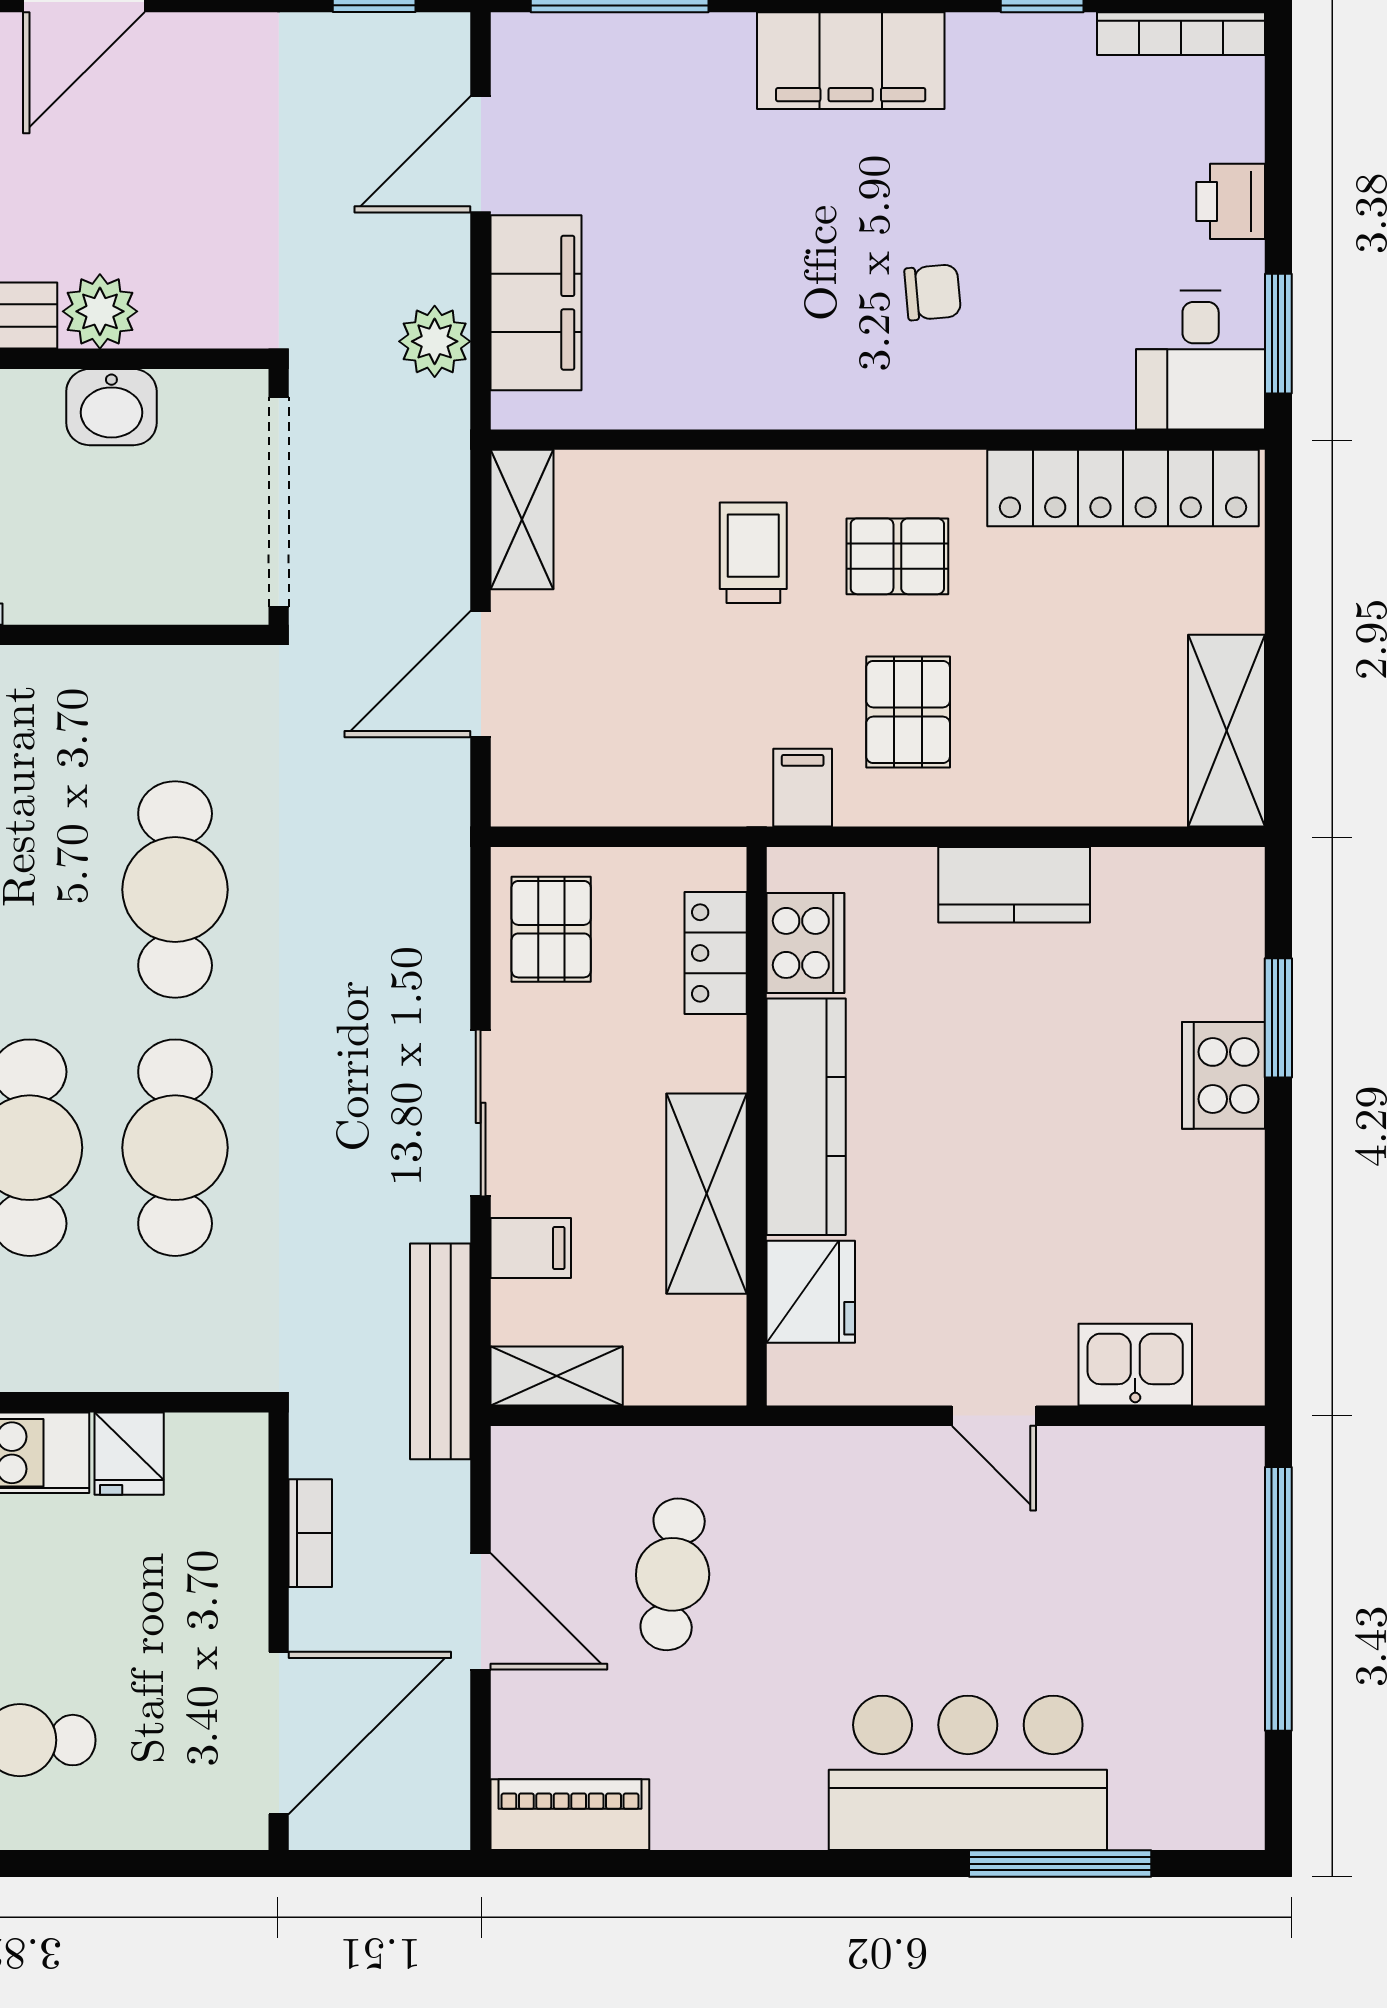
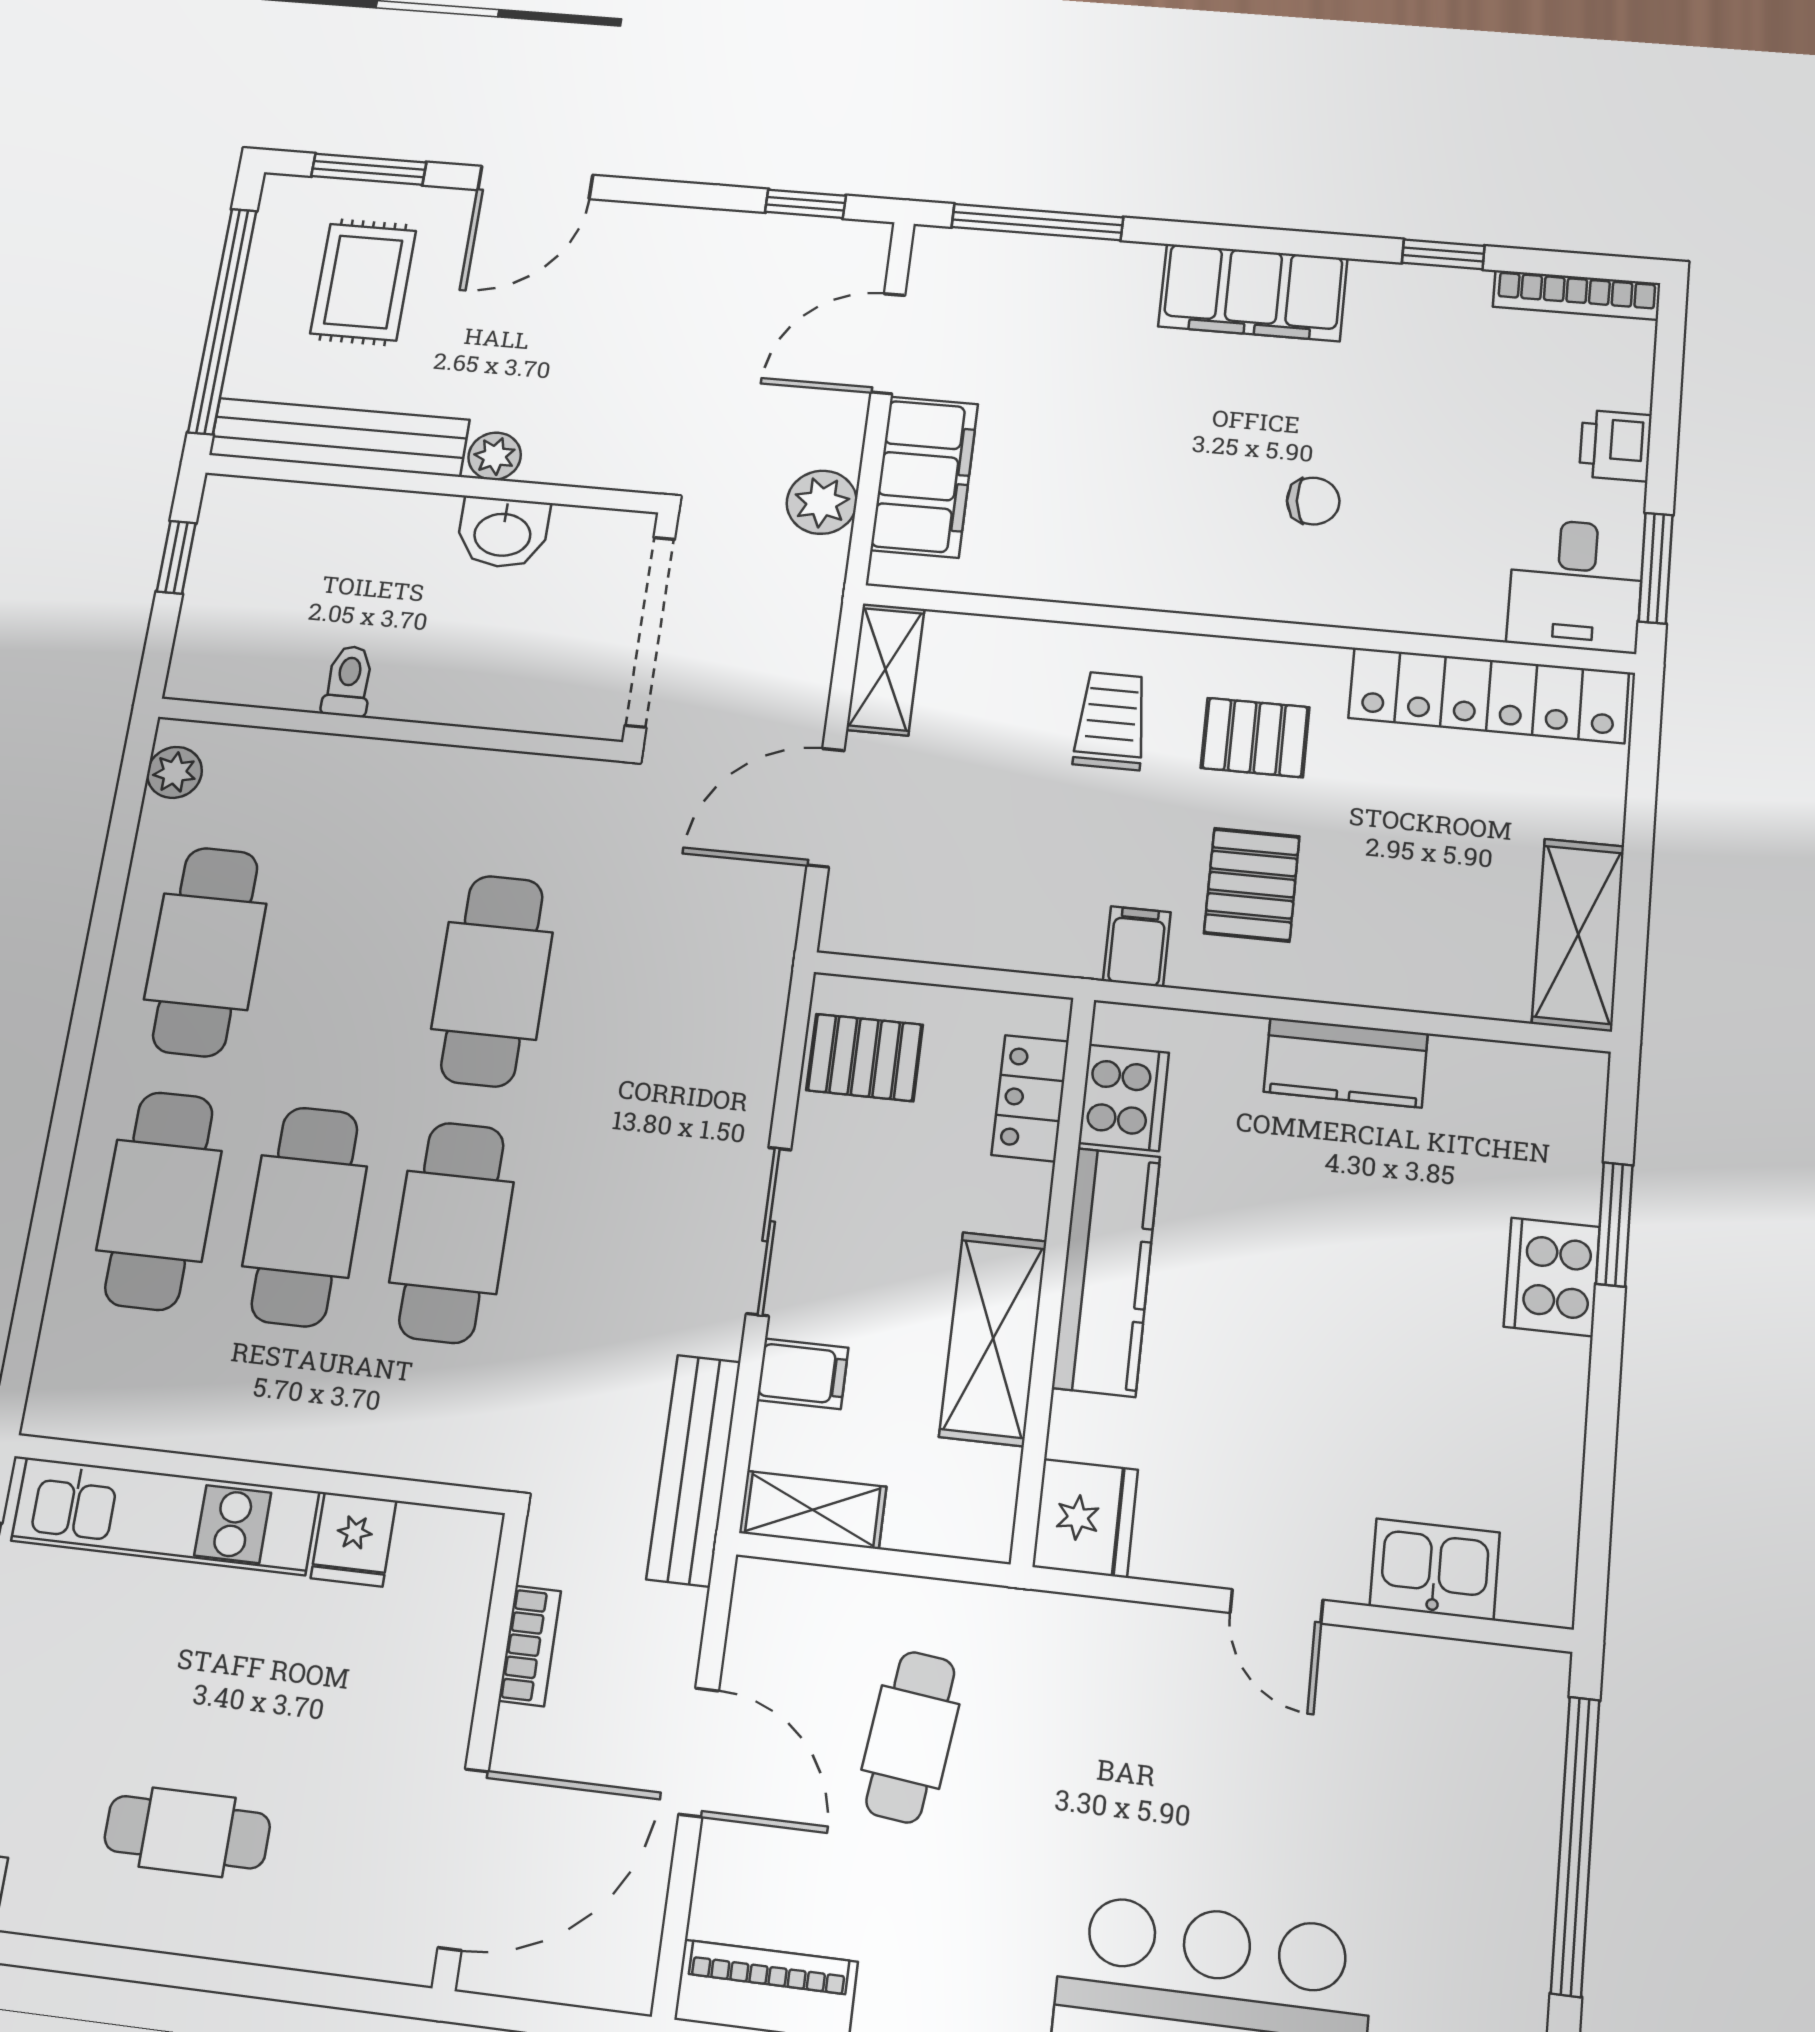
plant: (100, 311) -> (495, 456), width x0.73, depth x0.73
pallet: (551, 929) -> (865, 1057), turned 90
fridge: (811, 1292) -> (1085, 1518), moved

